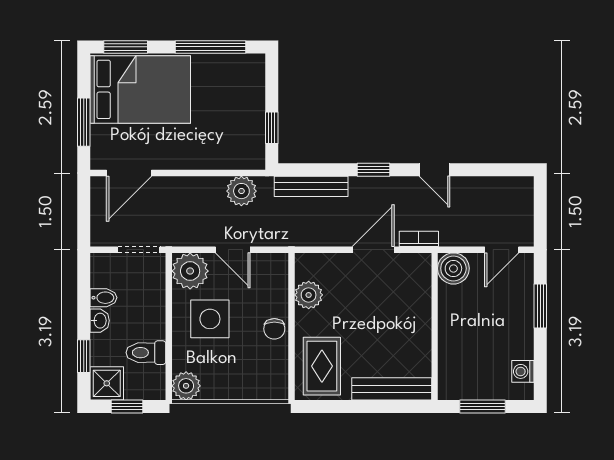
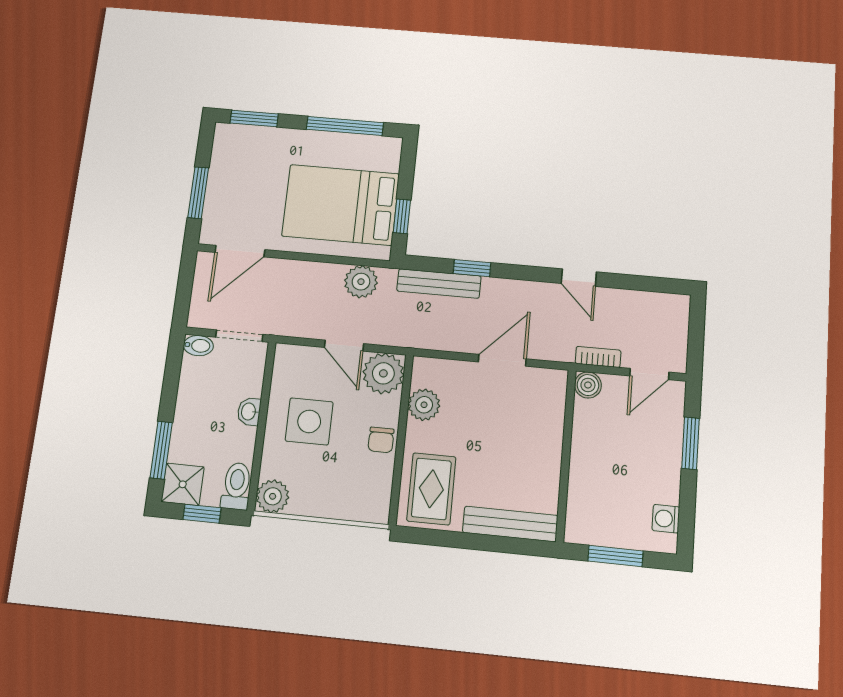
bed: (140, 89) -> (341, 205), moved, turned 180
window: (373, 170) -> (472, 268), moved
bookcase: (419, 239) -> (598, 357), moved
boiler: (453, 268) -> (588, 385), width x0.73, depth x0.73
plant: (190, 271) -> (383, 373), moved
bidet: (103, 298) -> (198, 346), moved
washbasin: (100, 321) -> (249, 412), moved, turned 180
toilet: (146, 353) -> (237, 486), moved, turned 90
window: (84, 356) -> (161, 450), width x1.50

